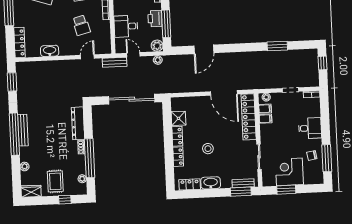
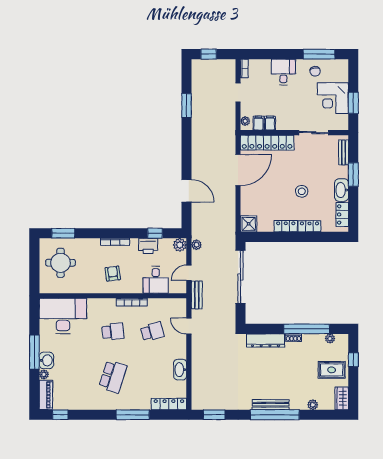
window: (166, 24) -> (155, 233), width x0.46
shower: (178, 118) -> (249, 224), moved
window: (241, 192) -> (353, 175), moved

